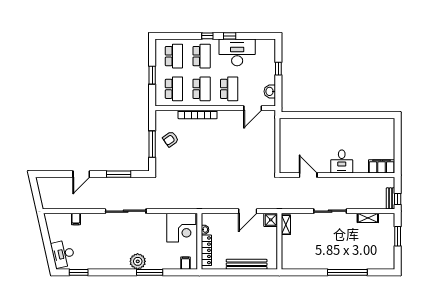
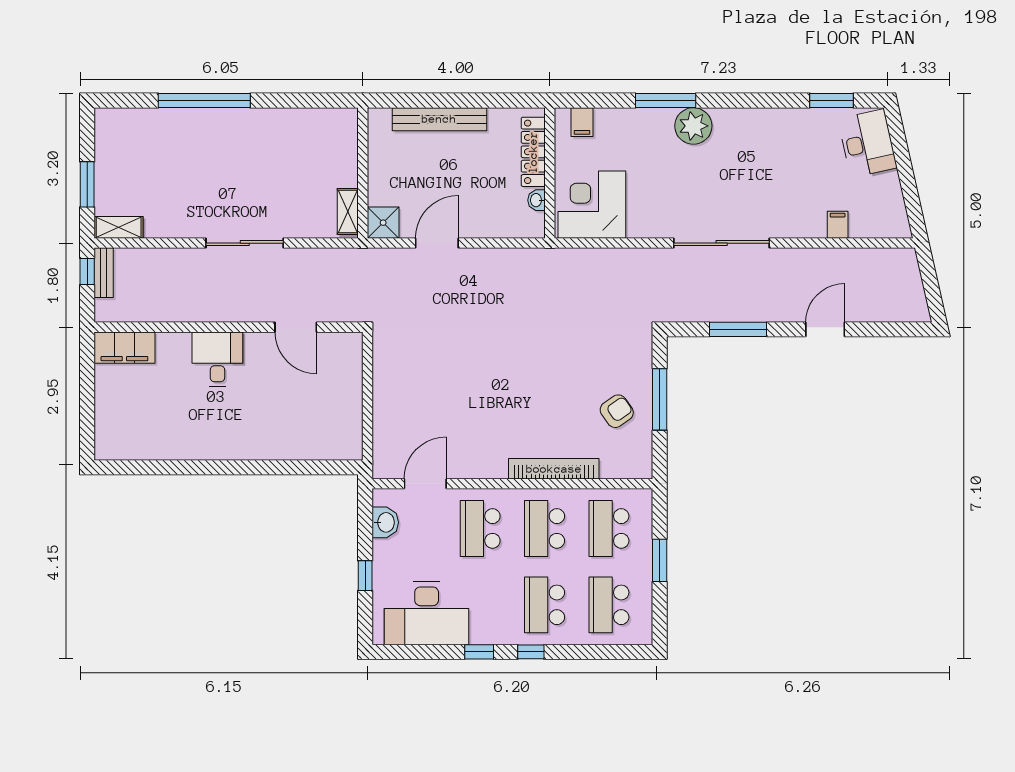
desk: (237, 52) -> (427, 613), moved
shelving: (368, 218) -> (119, 227), moved

